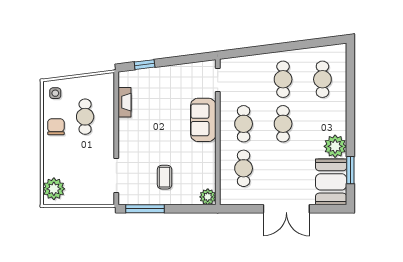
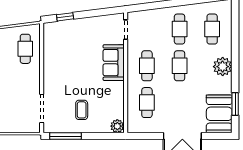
fireplace: (124, 102) -> (48, 48), removed
cafe table: (85, 117) -> (25, 49), moved
plant: (335, 146) -> (223, 67), moved

